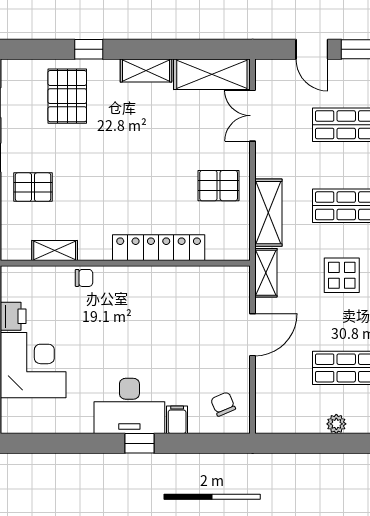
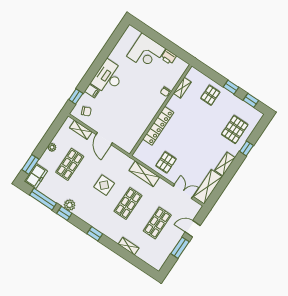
pallet: (67, 96) -> (235, 129), turned 90
shelving: (266, 273) -> (81, 130), moved
window: (140, 443) -> (76, 97), moved

